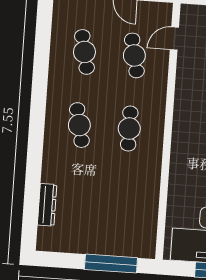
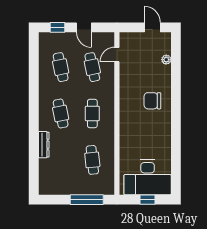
cafe table: (124, 202) -> (92, 160), added
dresser: (47, 205) -> (44, 145), moved

